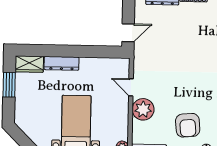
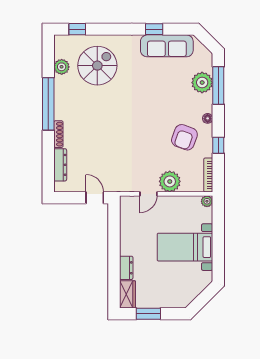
dresser: (62, 63) -> (126, 268), width x0.70
armchair: (188, 125) -> (184, 137), turned 115

